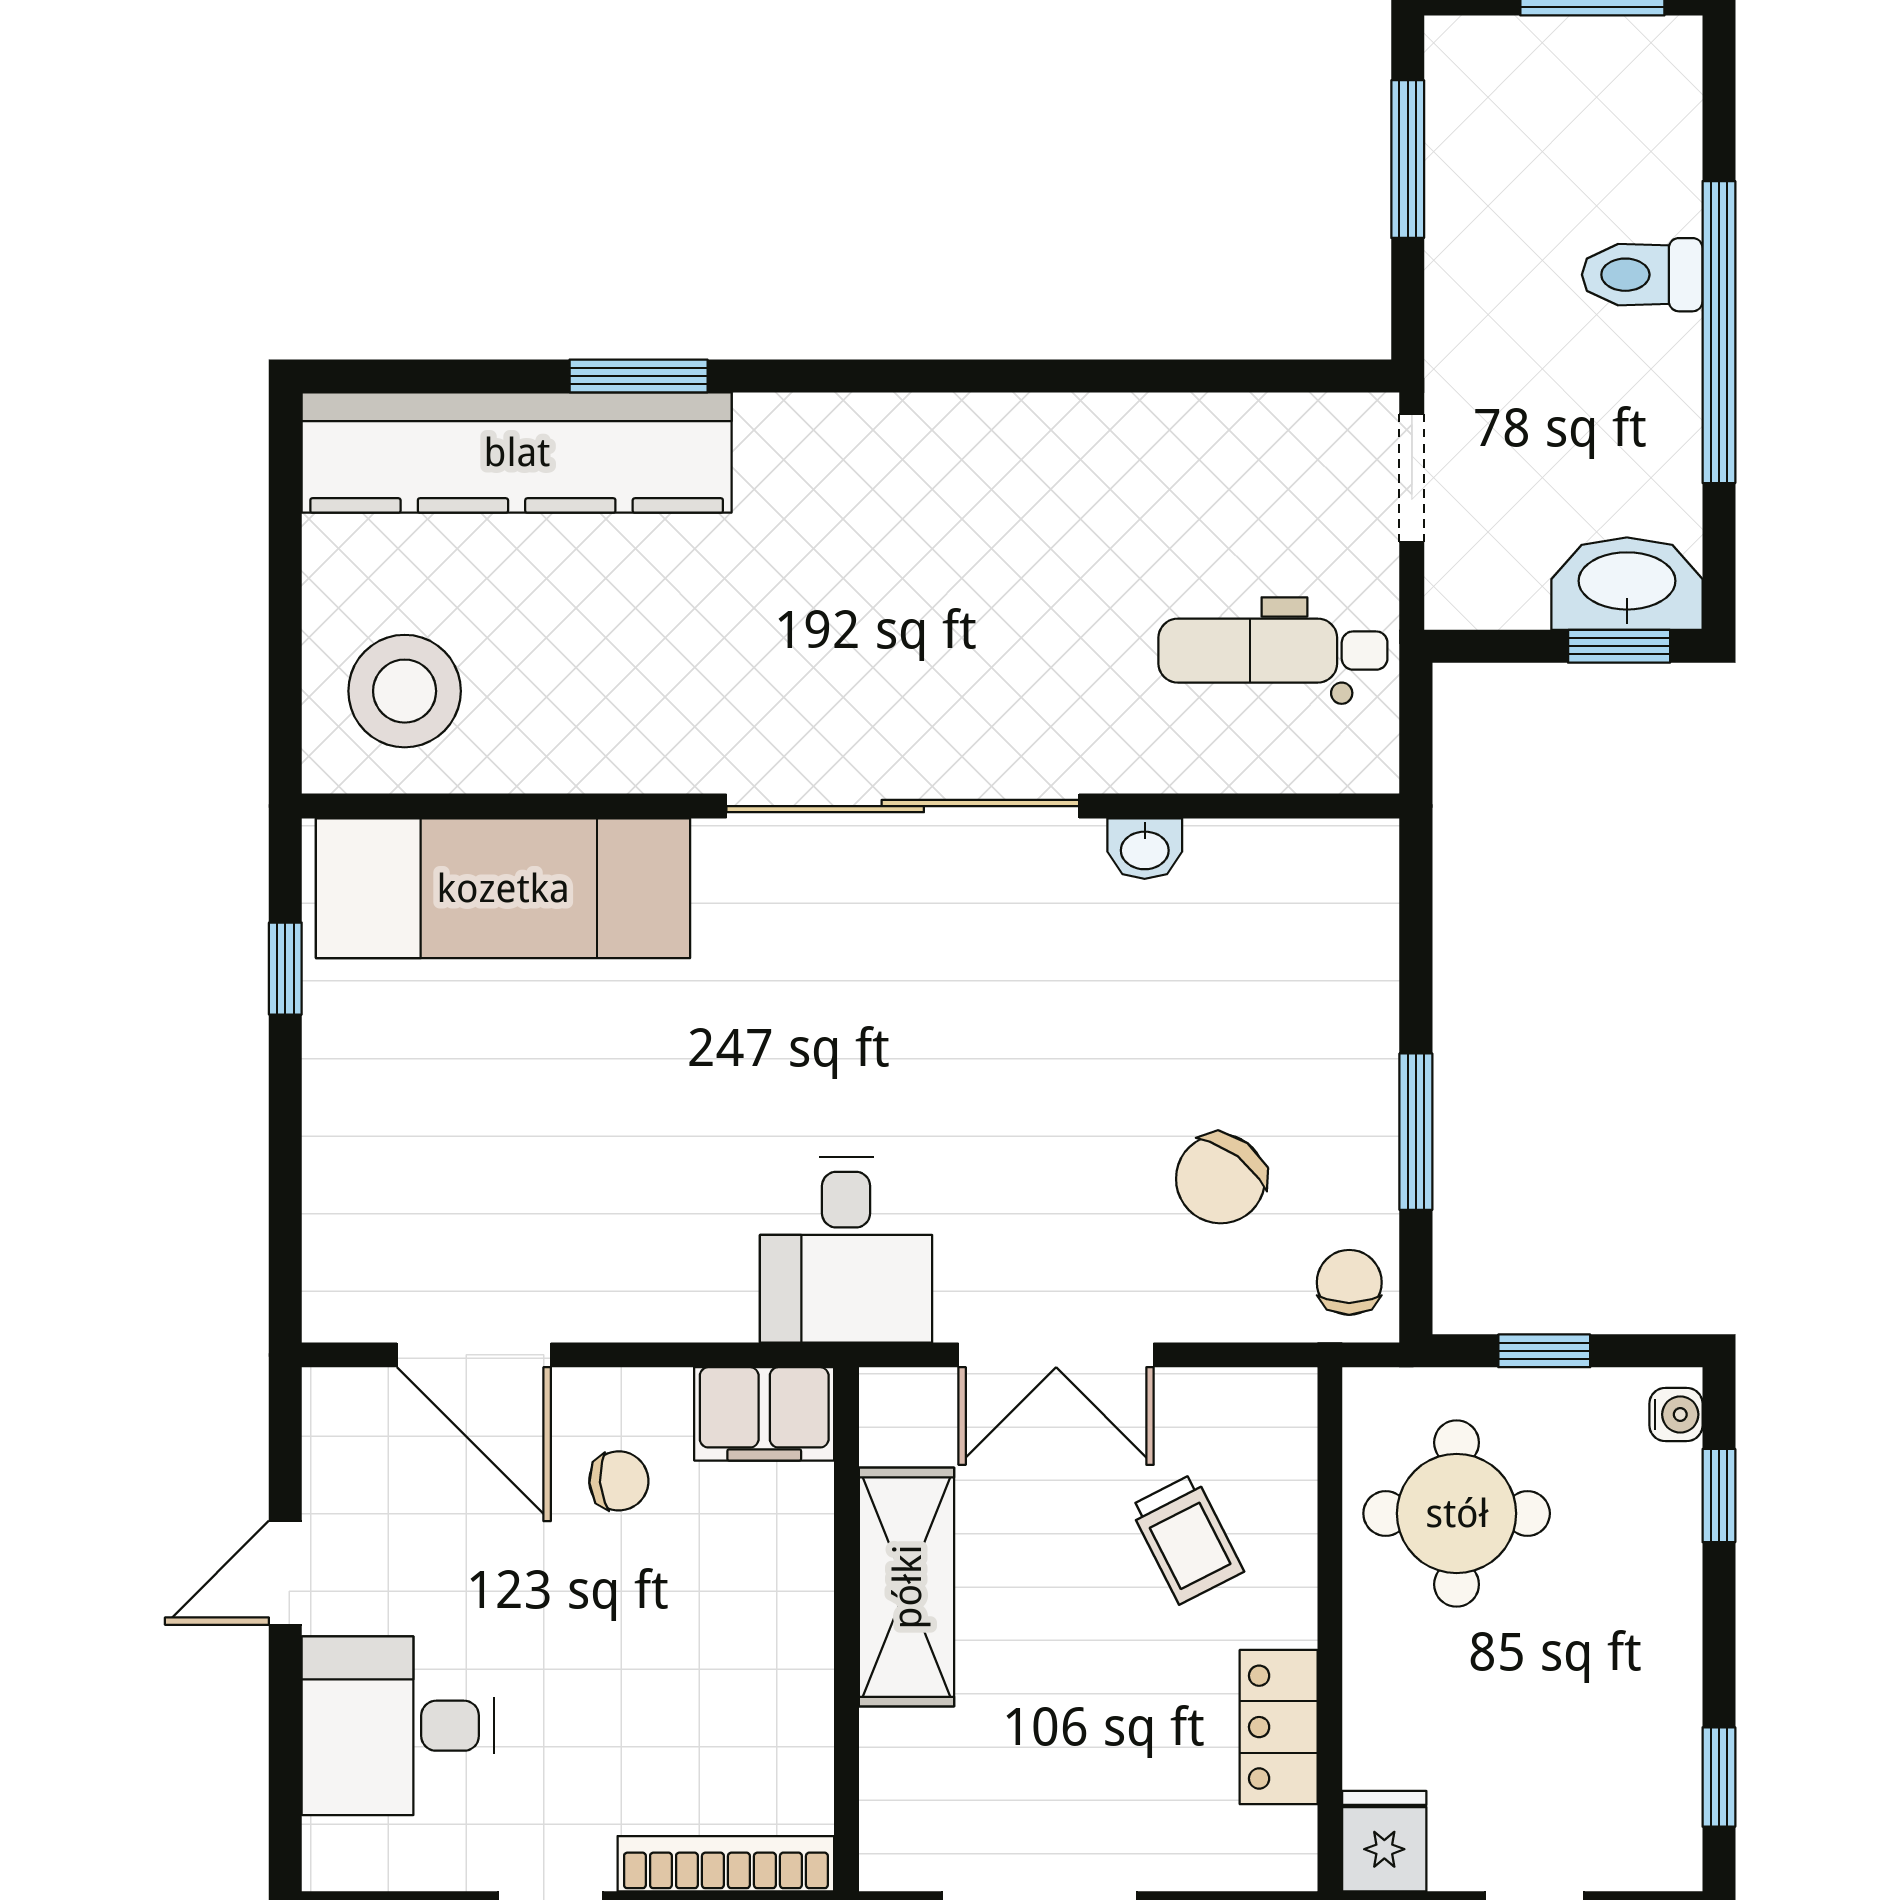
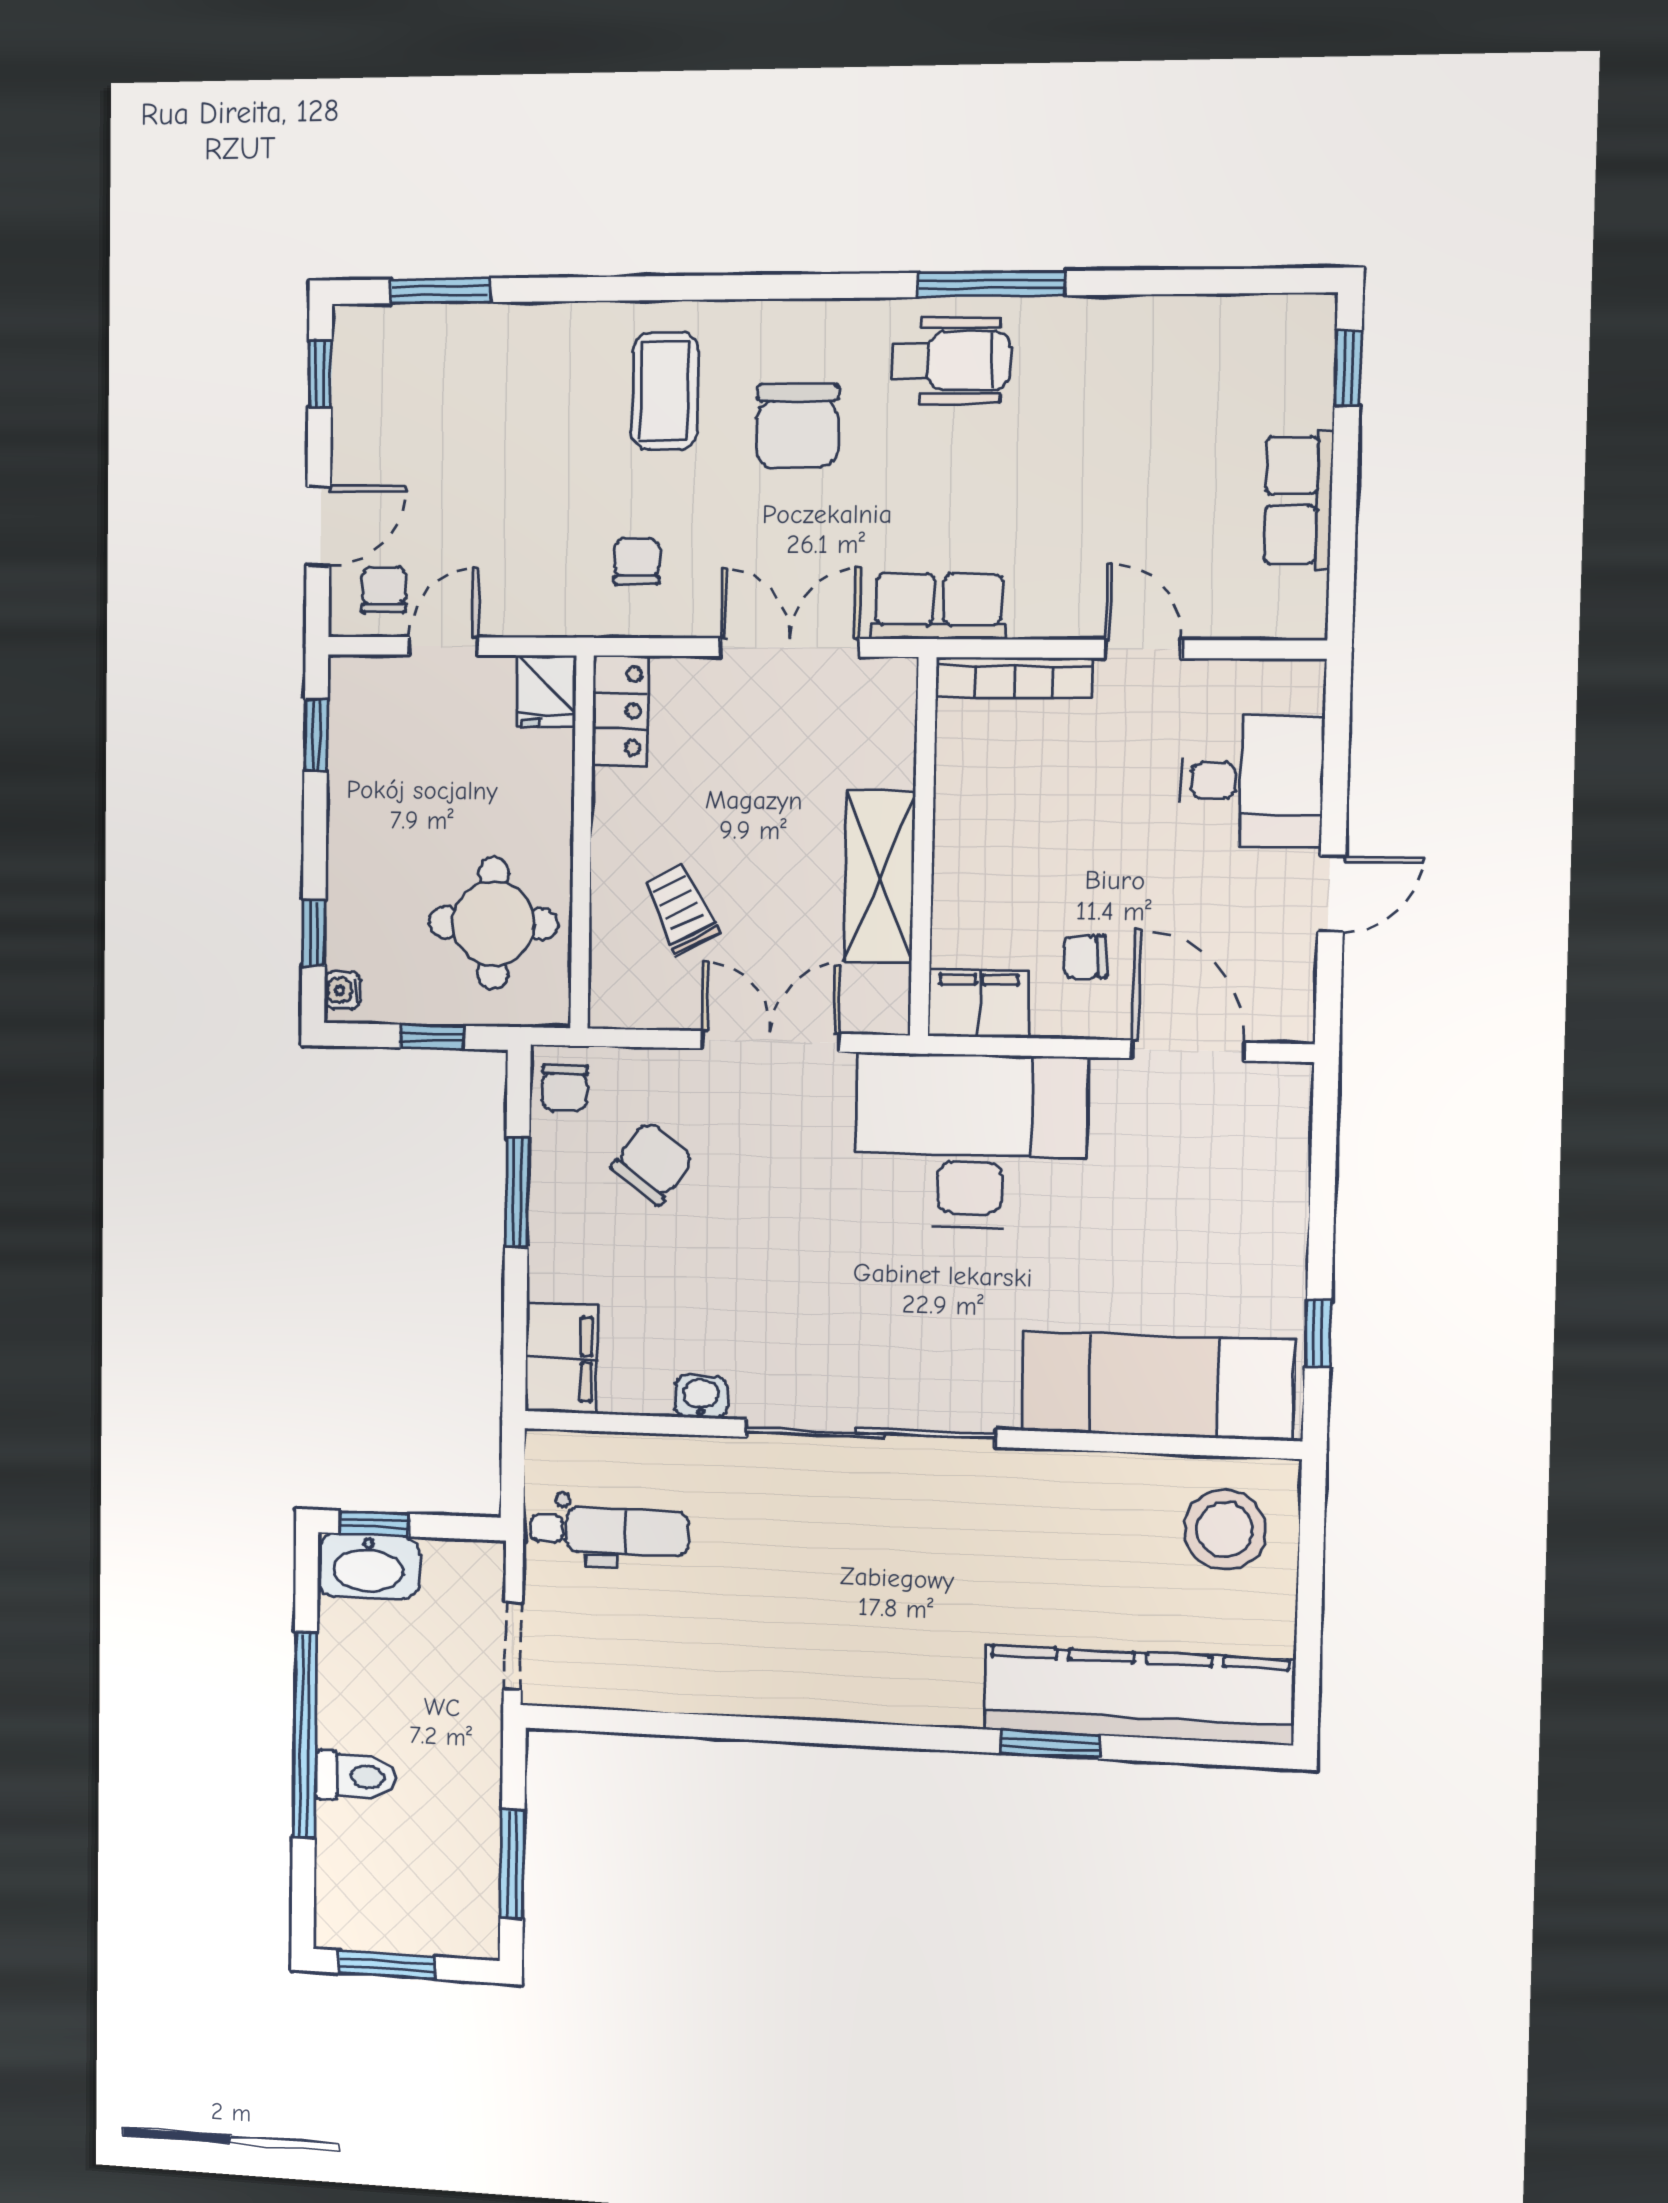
filing cabinet: (1348, 896) -> (561, 1358), added
desk: (846, 1250) -> (971, 1141), width x1.87, depth x1.30
locker: (1279, 1727) -> (620, 711), moved

